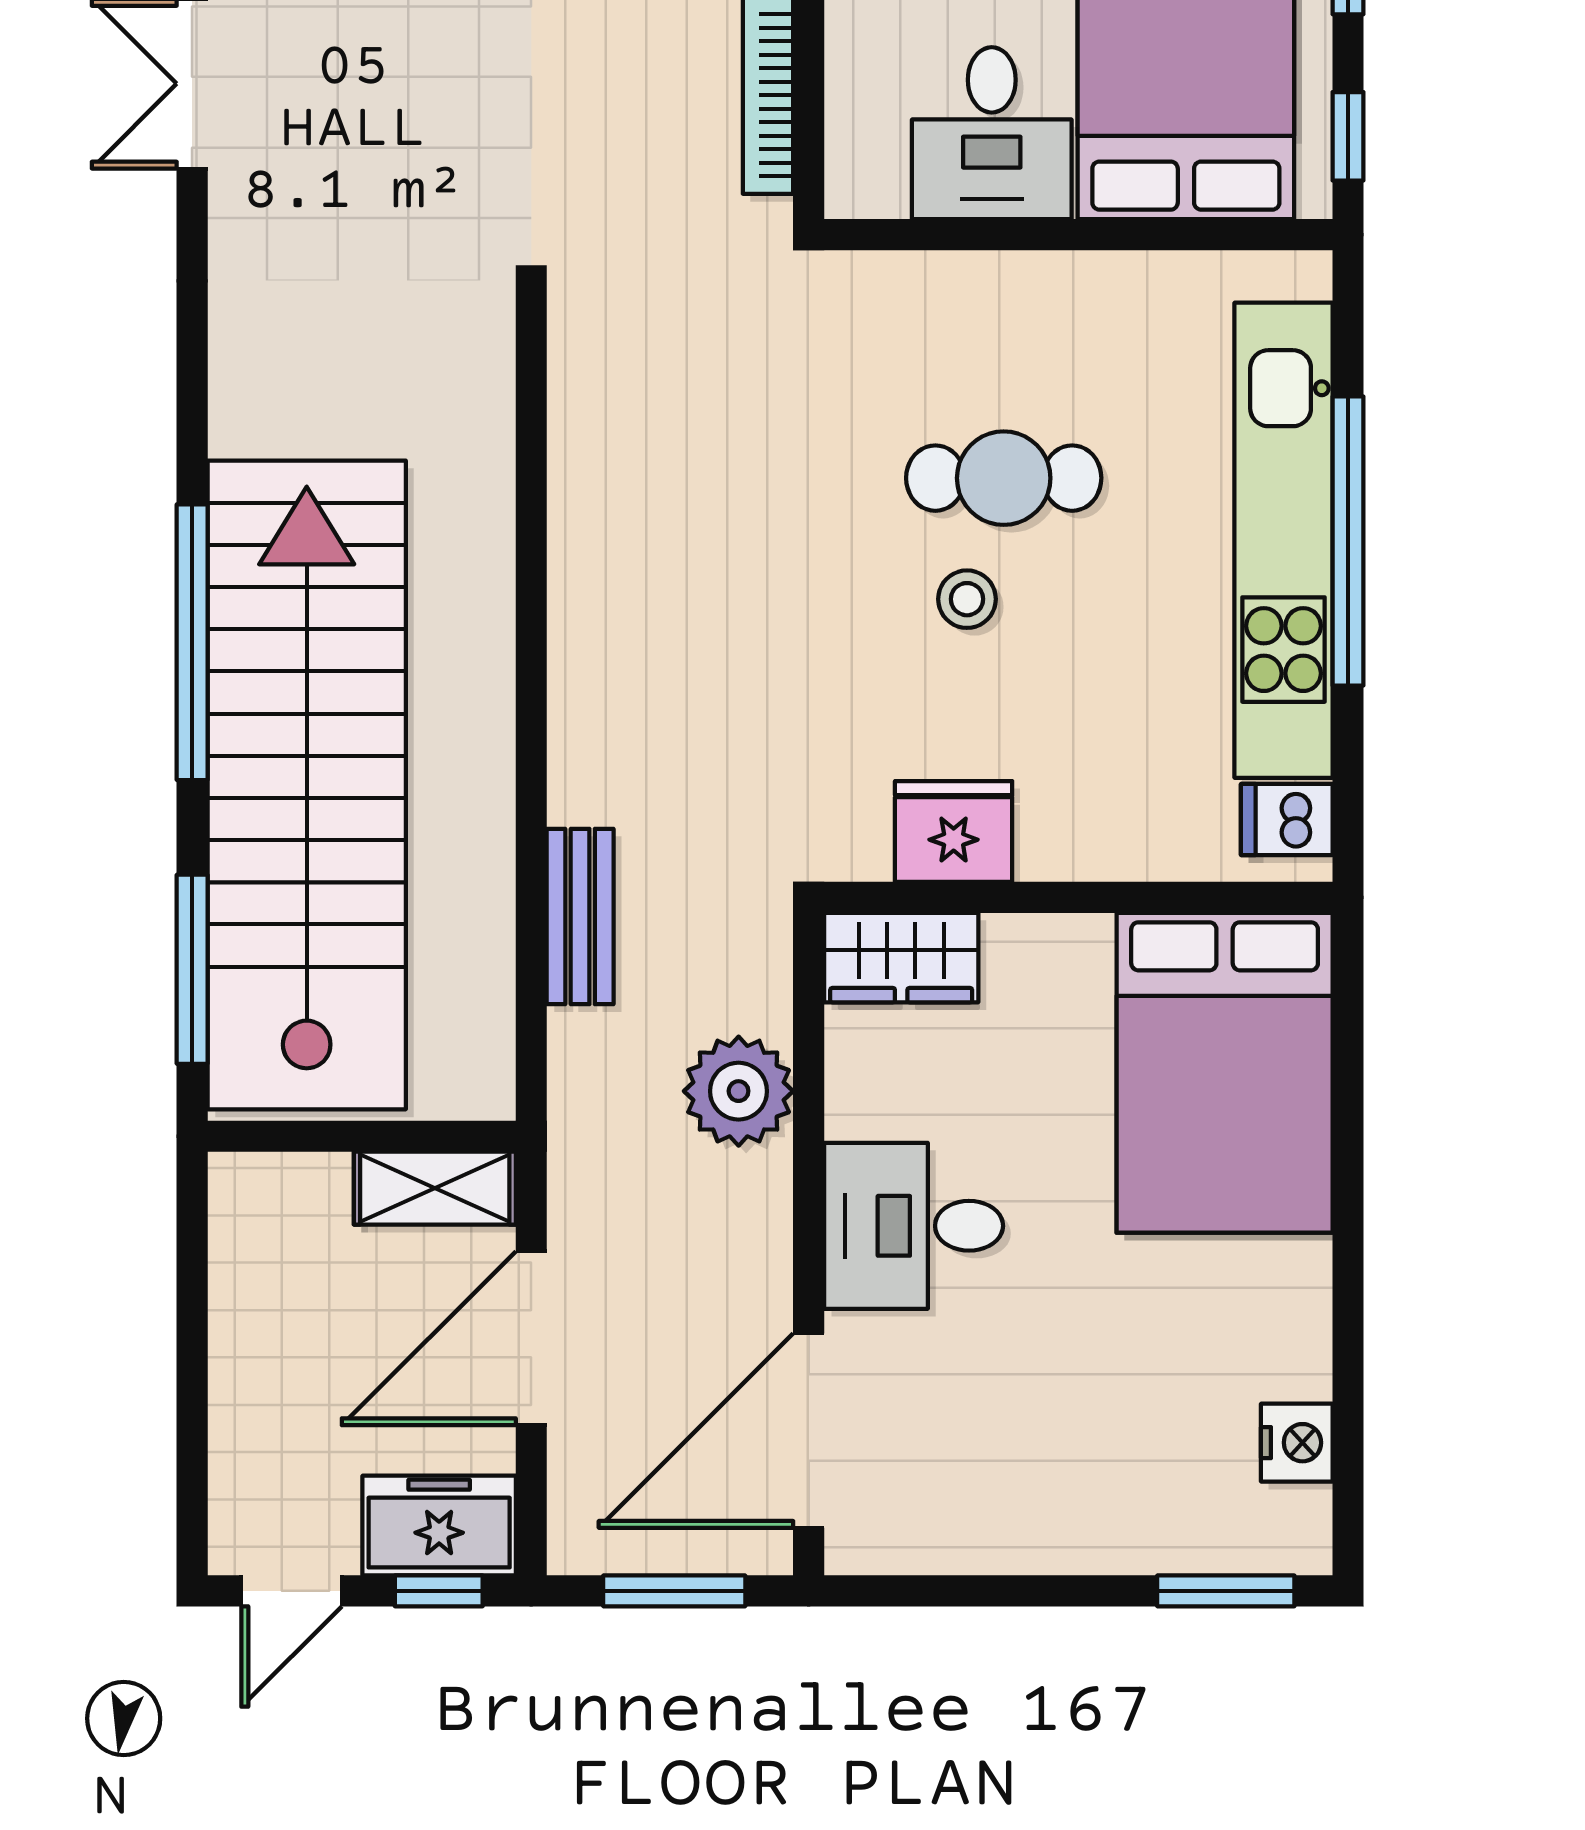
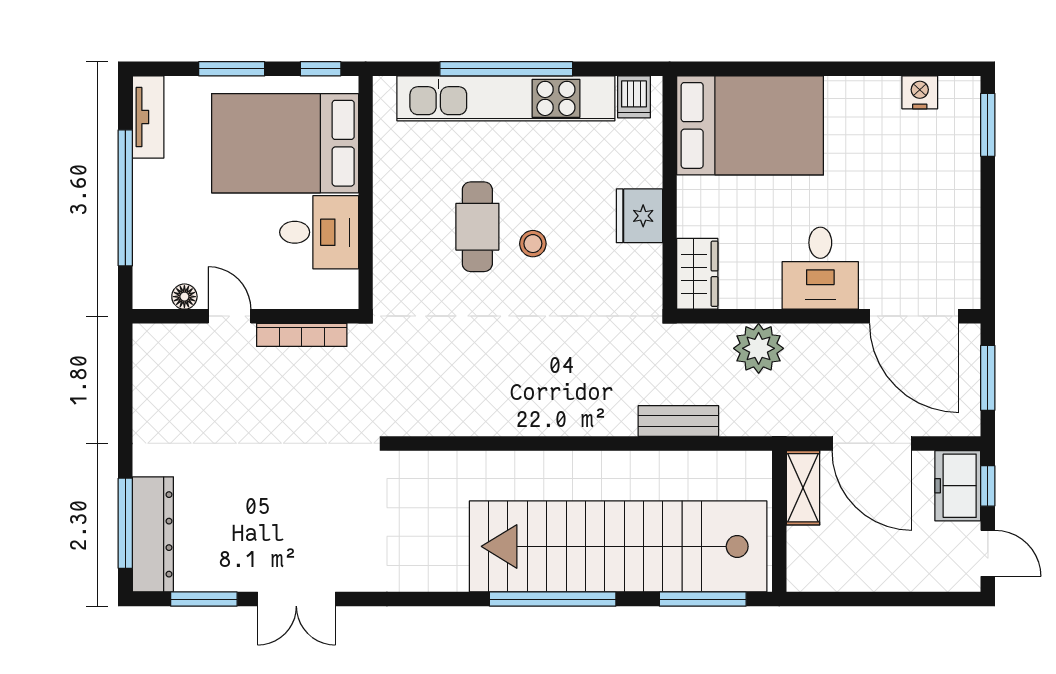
fridge: (954, 831) -> (639, 216), moved

